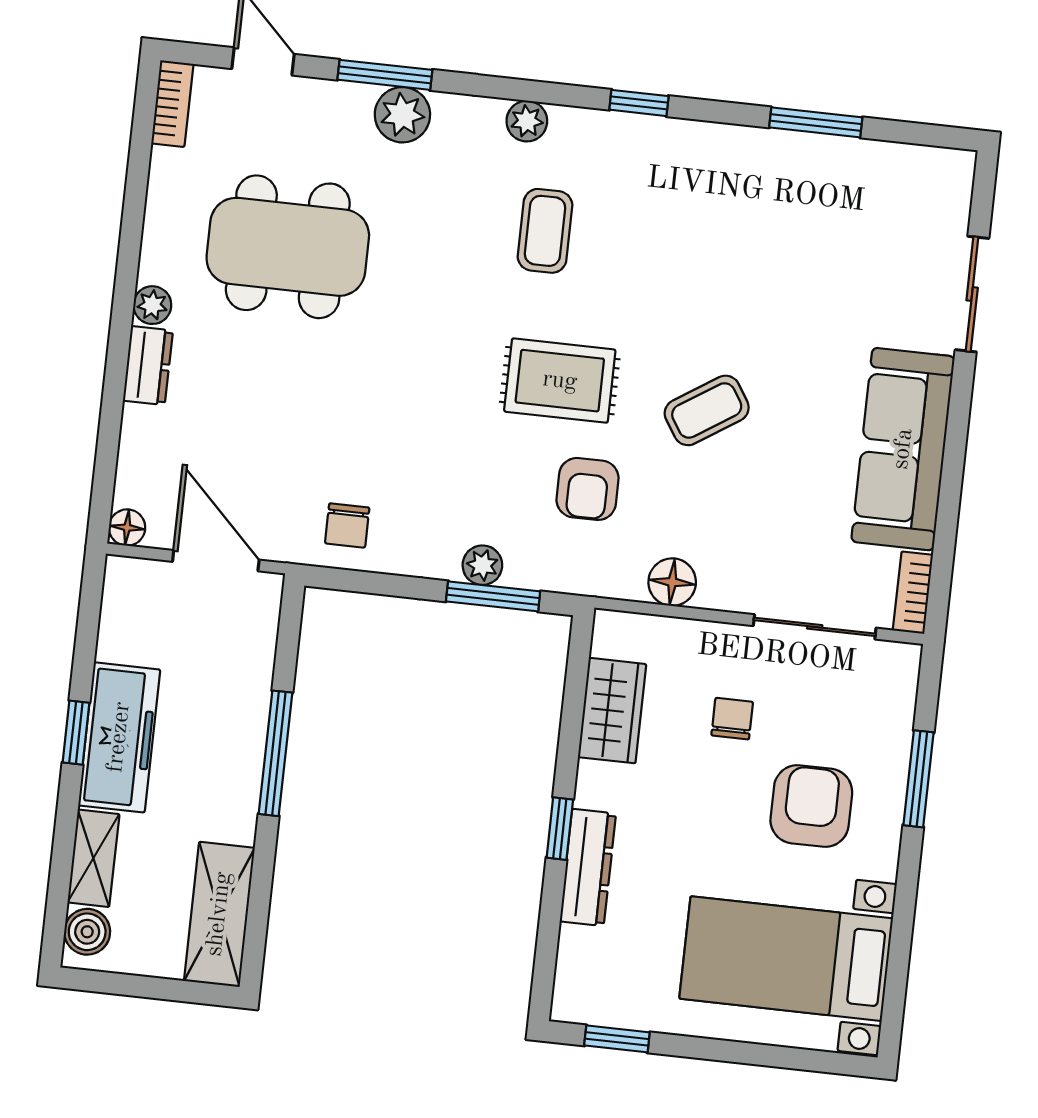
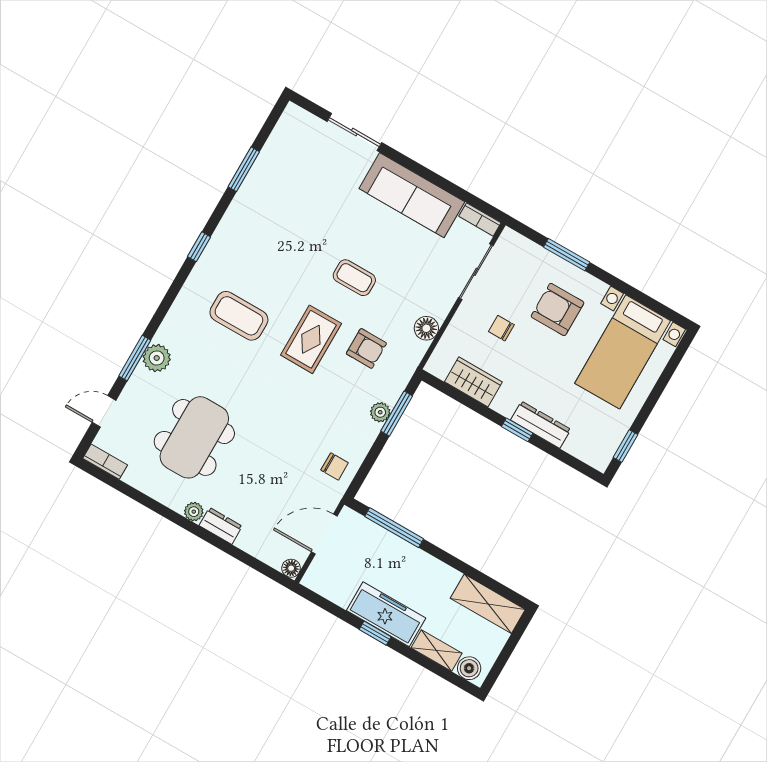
plant: (527, 121) -> (185, 302), removed
coffee table: (545, 231) -> (239, 316), width x1.36, depth x1.30
coffee table: (707, 410) -> (354, 278), turned -57
window: (276, 753) -> (394, 528), moved

